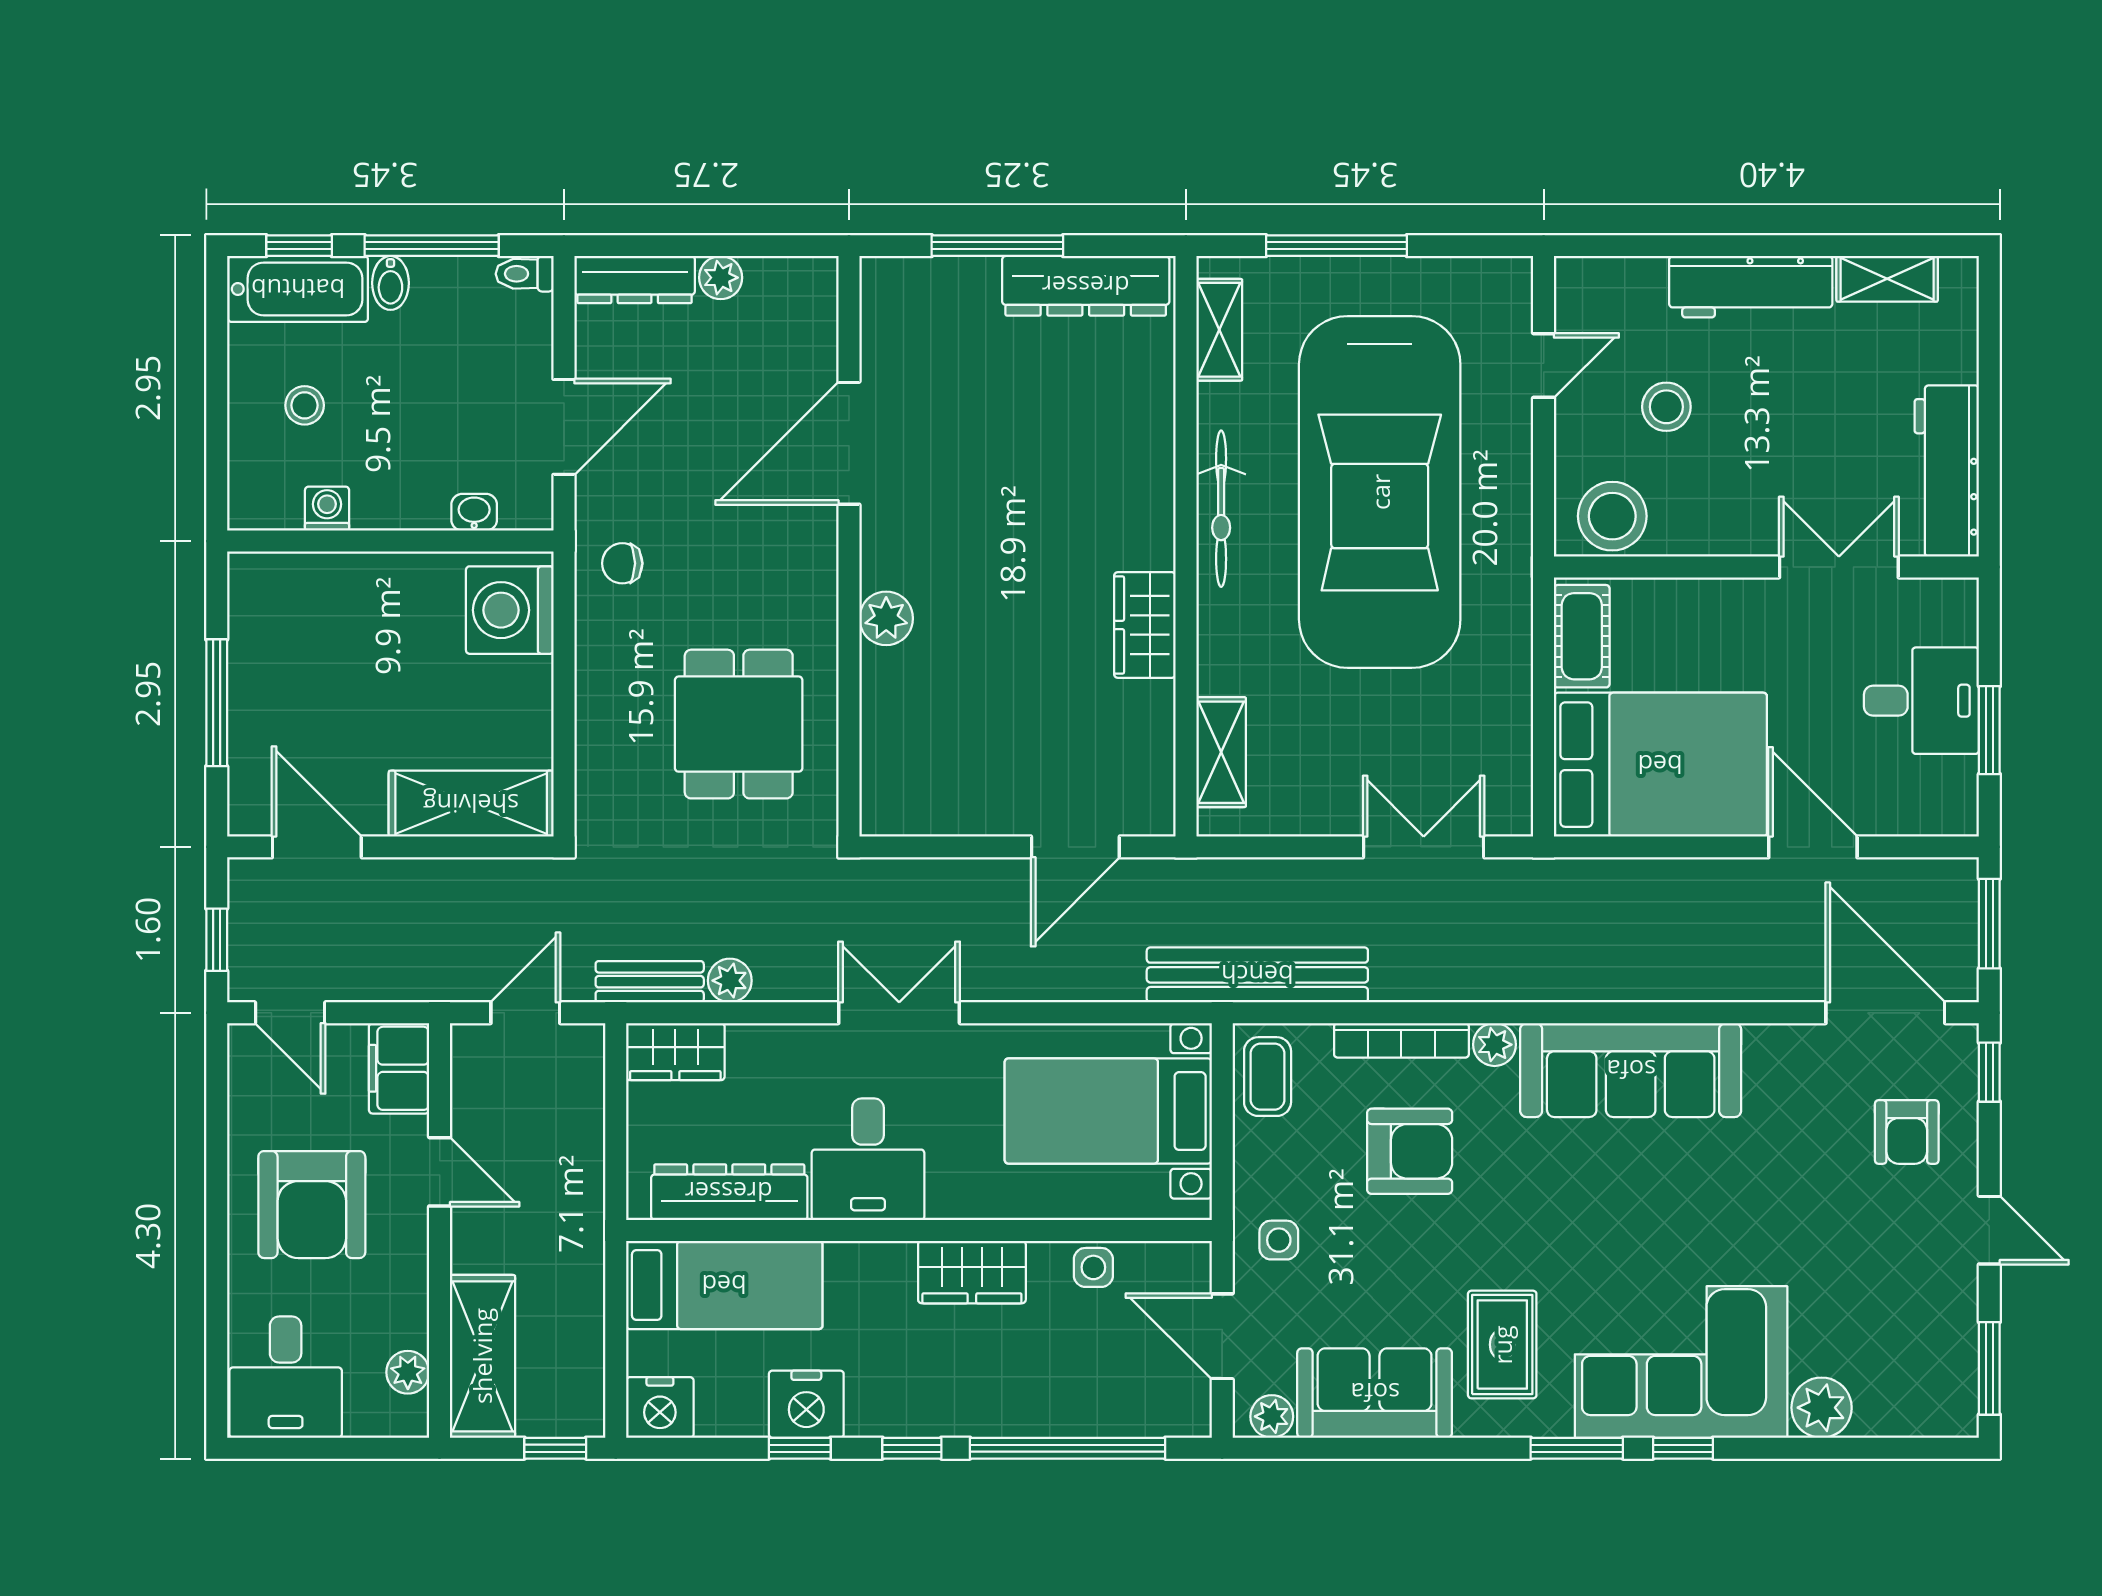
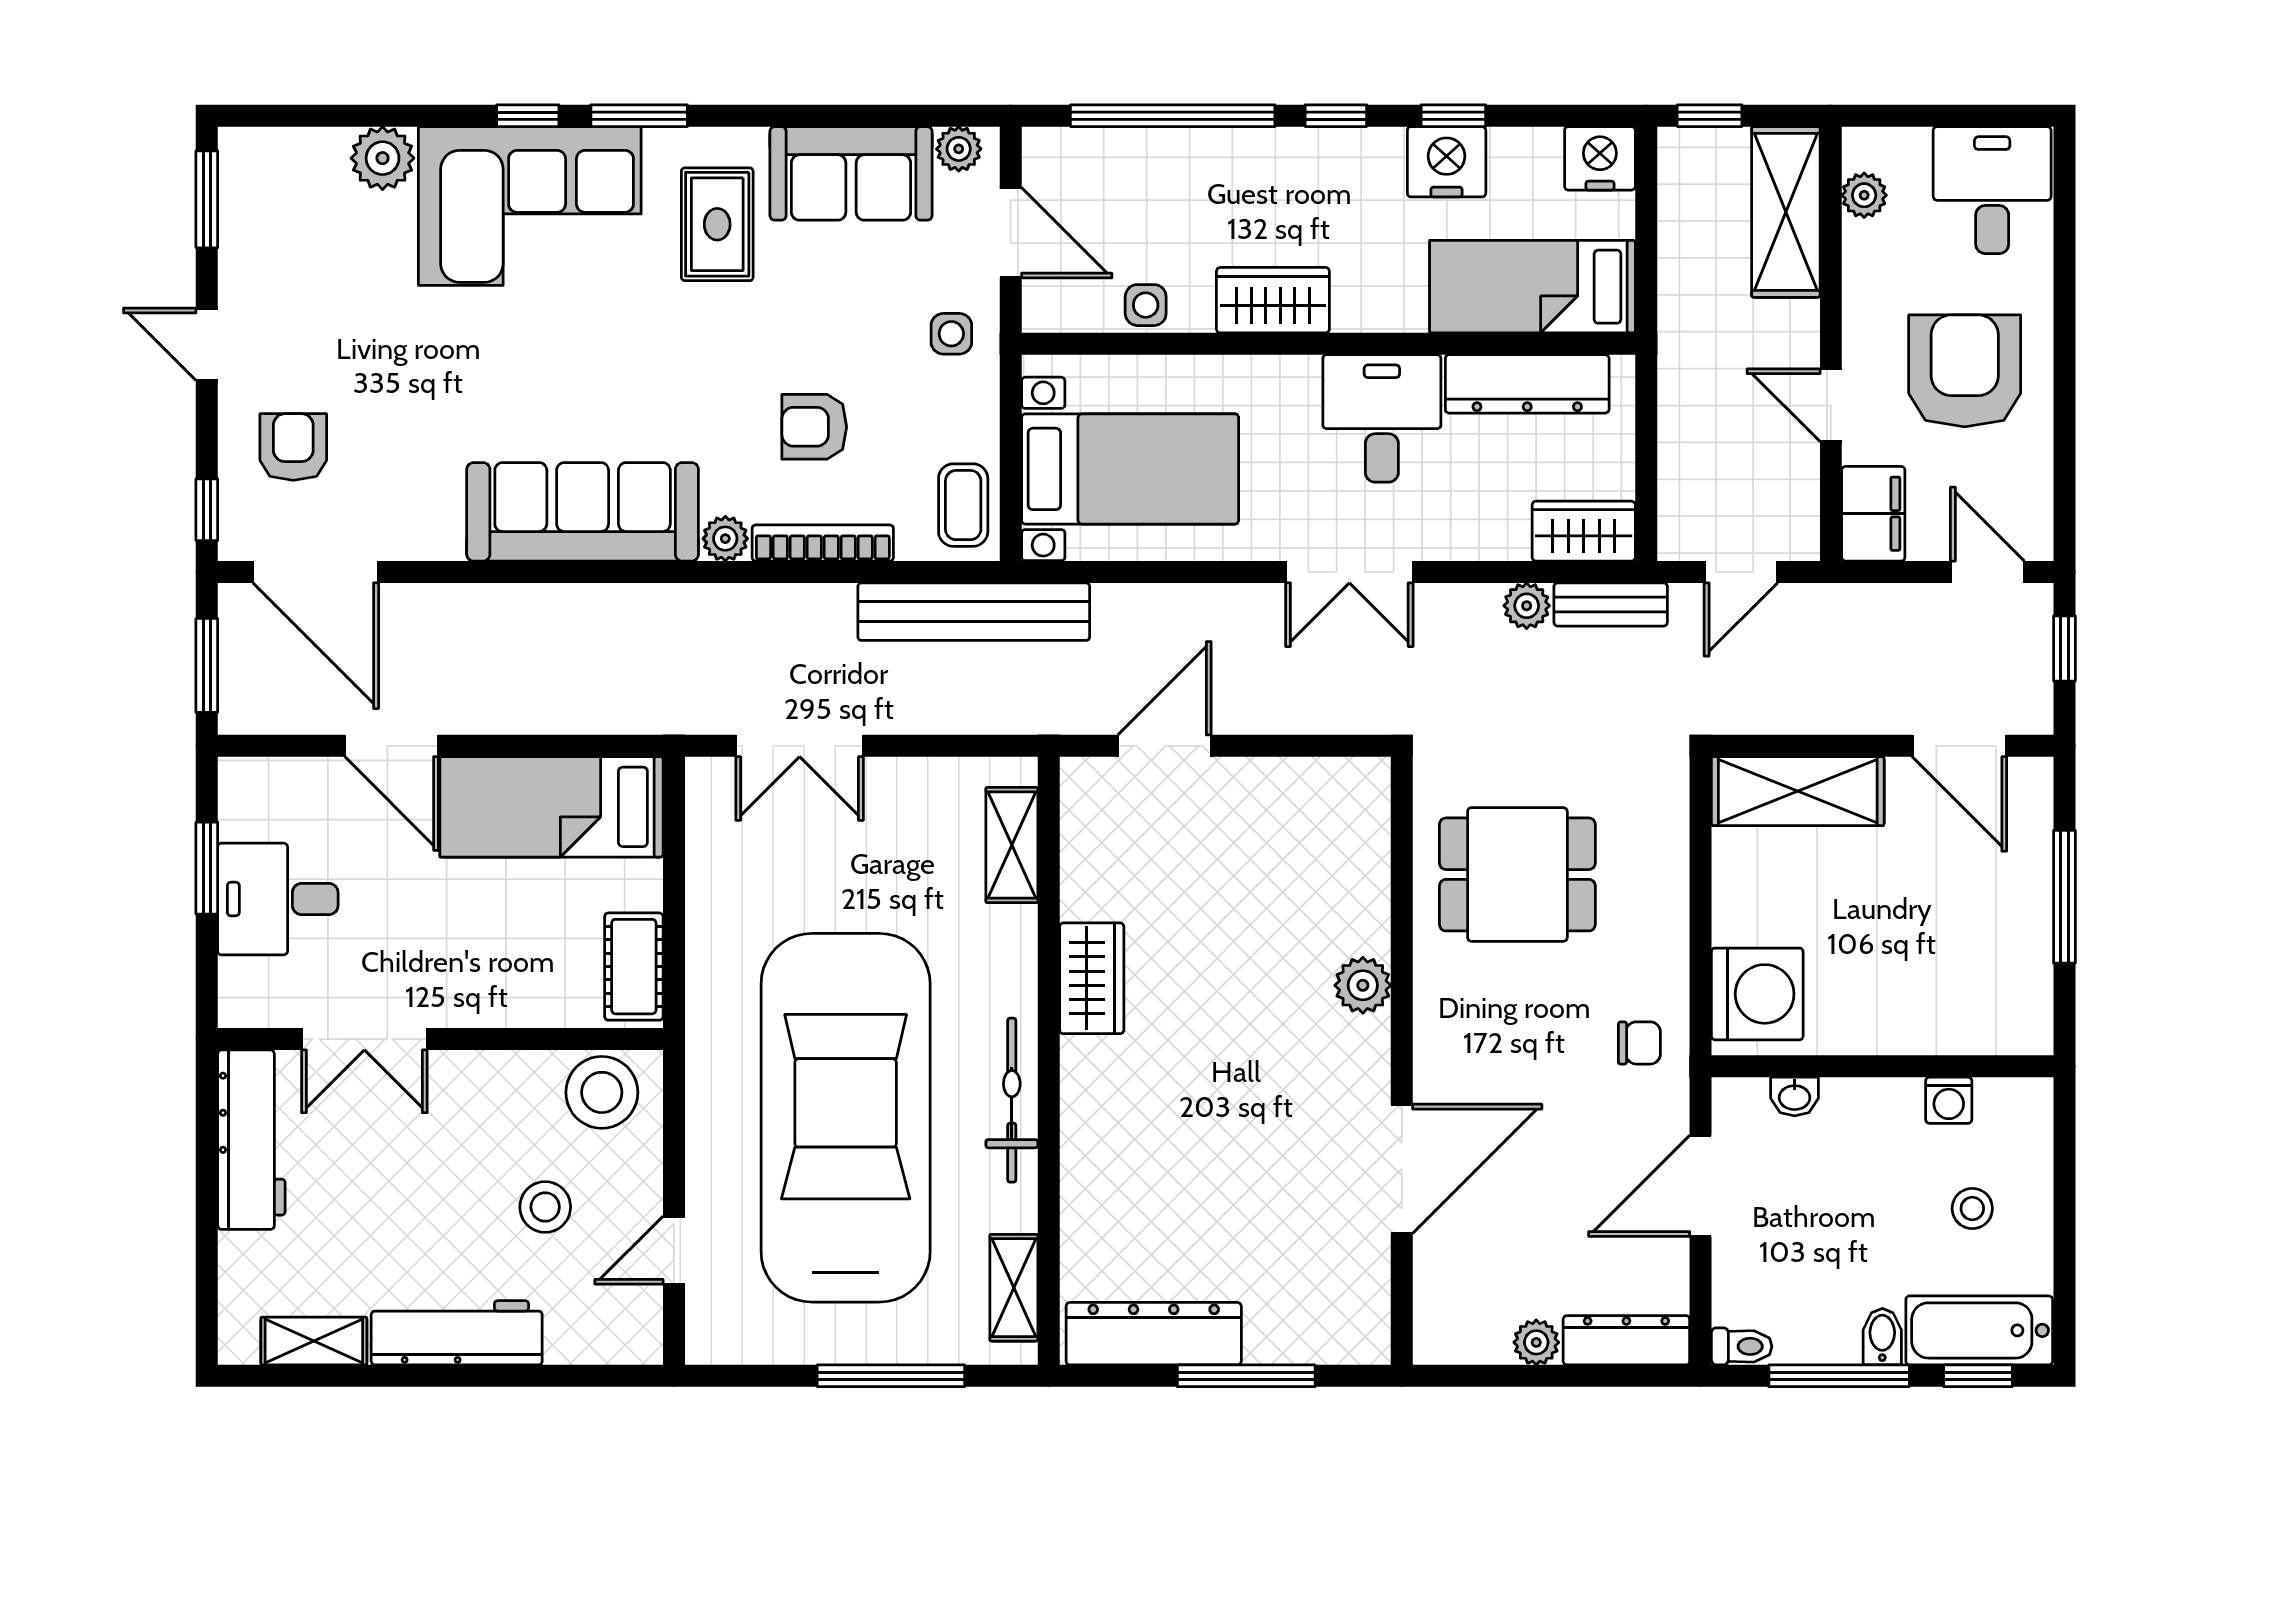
dining table: (739, 724) -> (1517, 874), turned 90
bed: (1660, 765) -> (551, 807), width x0.67
armchair: (1410, 1151) -> (814, 427), width x0.72, depth x0.72

